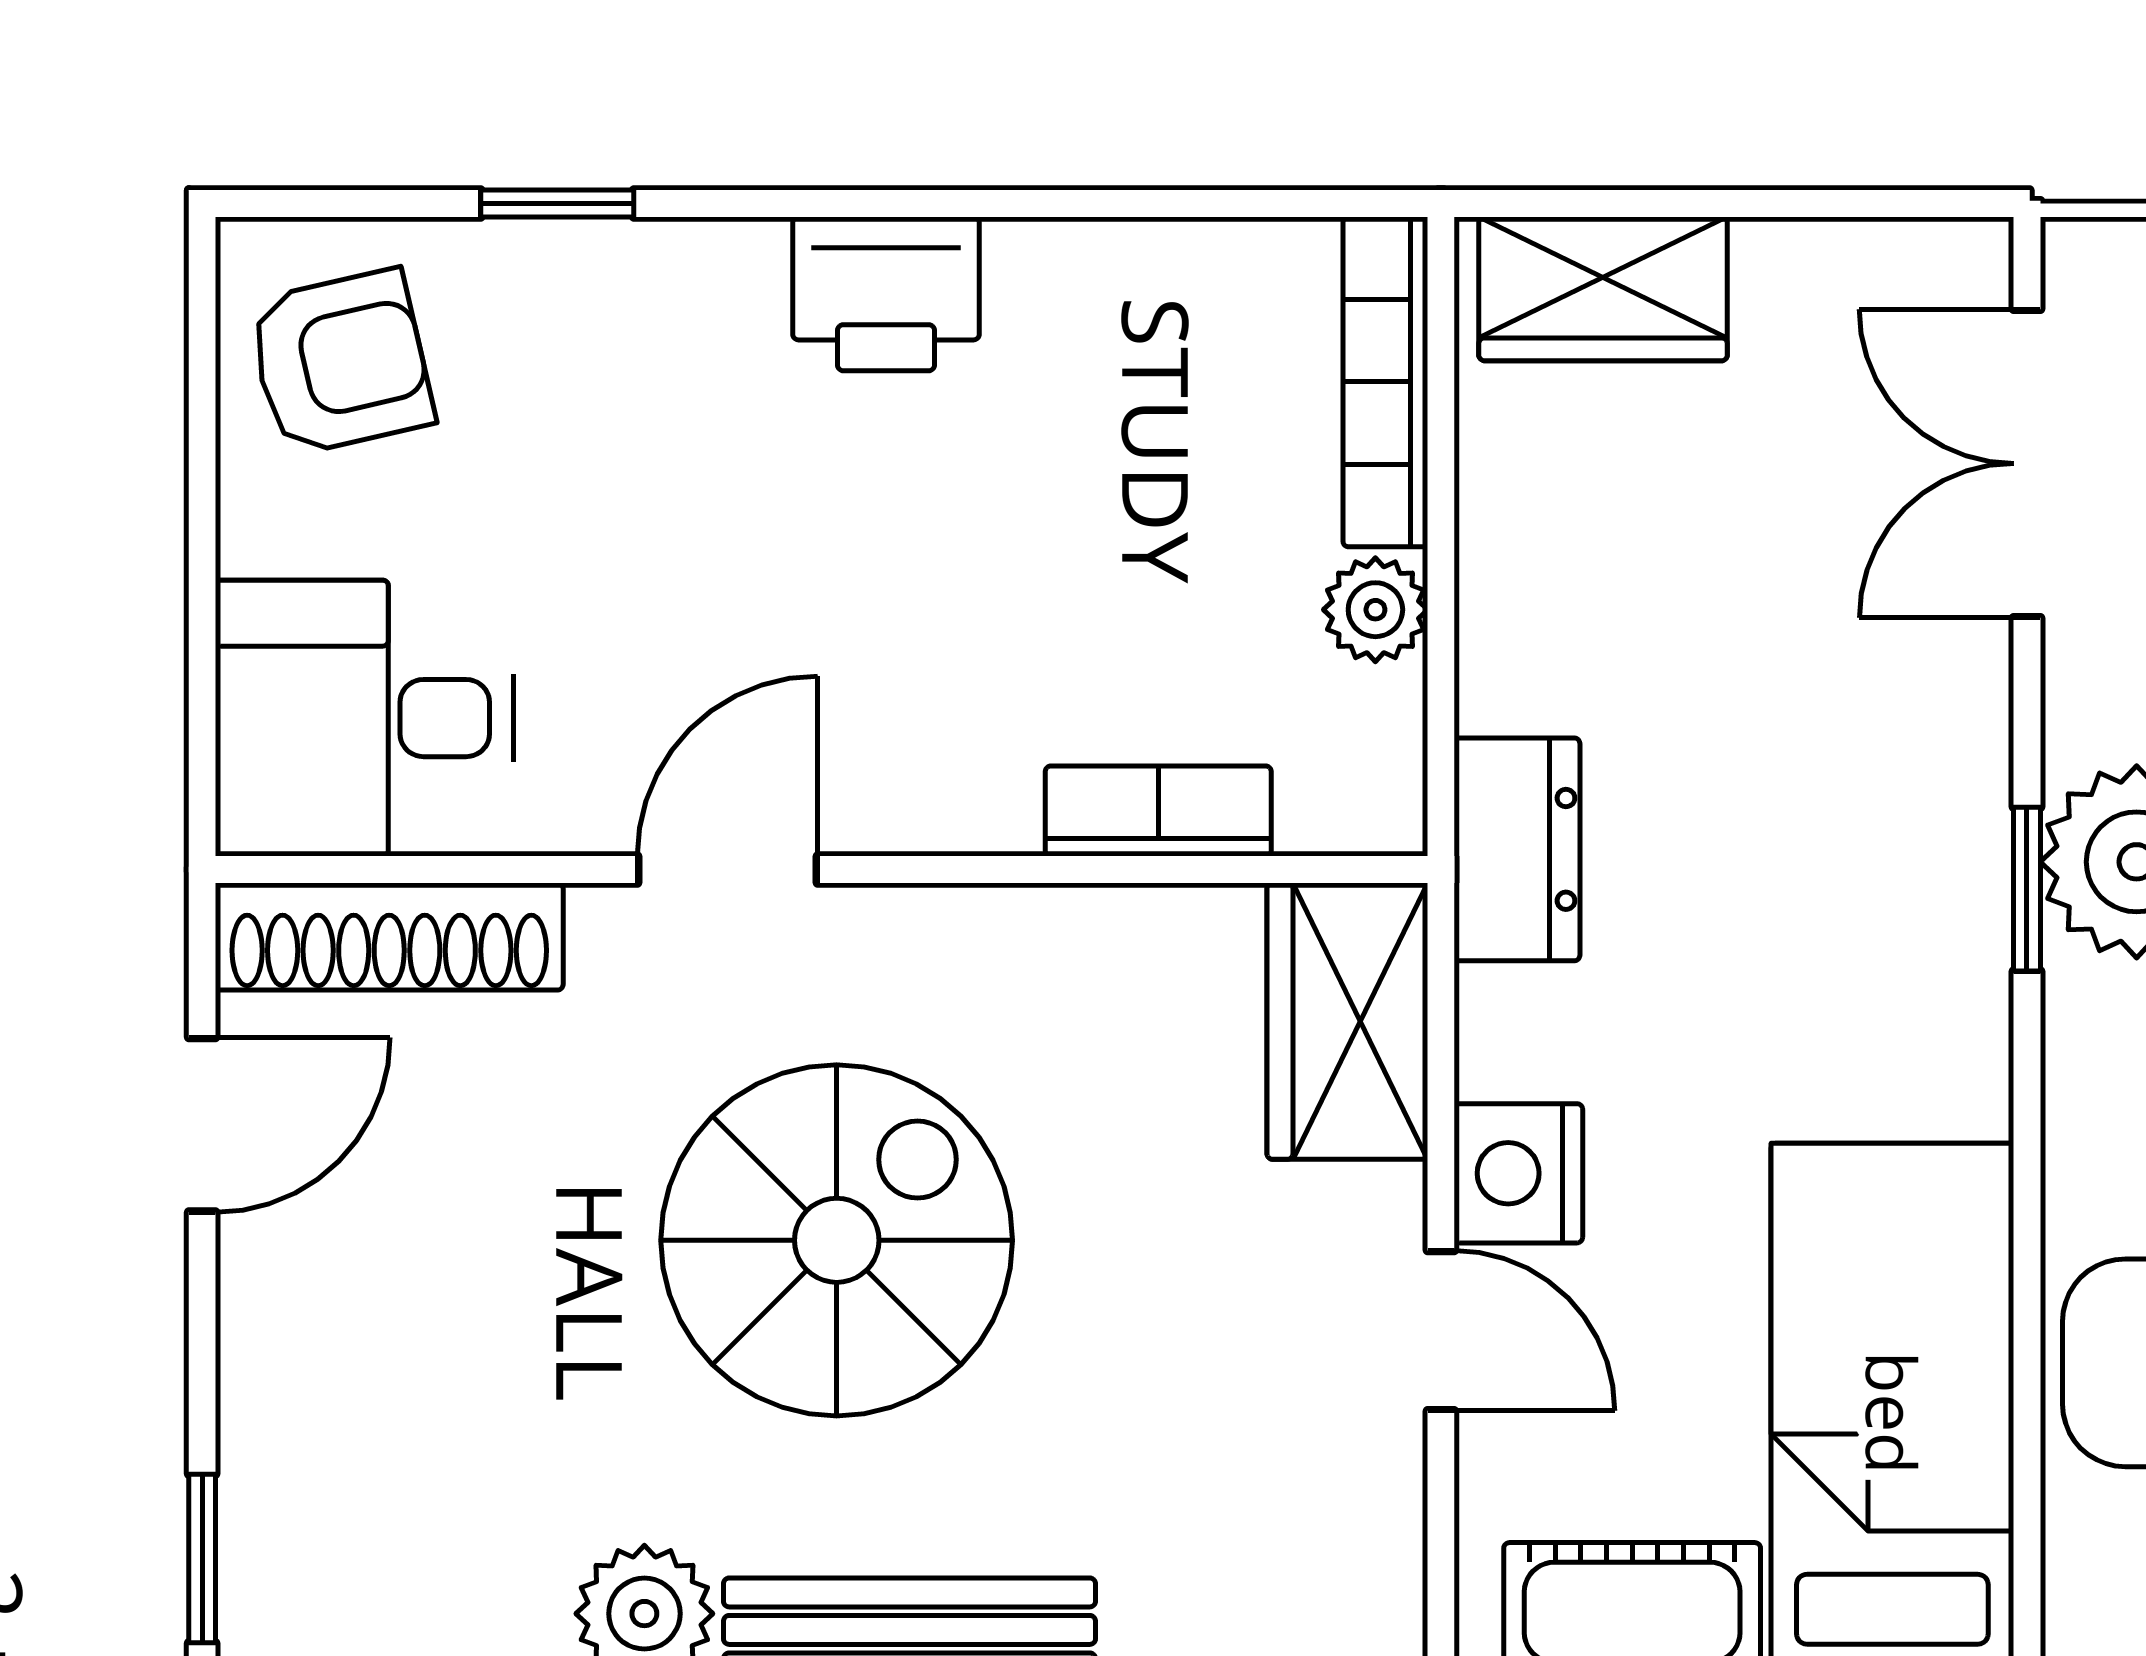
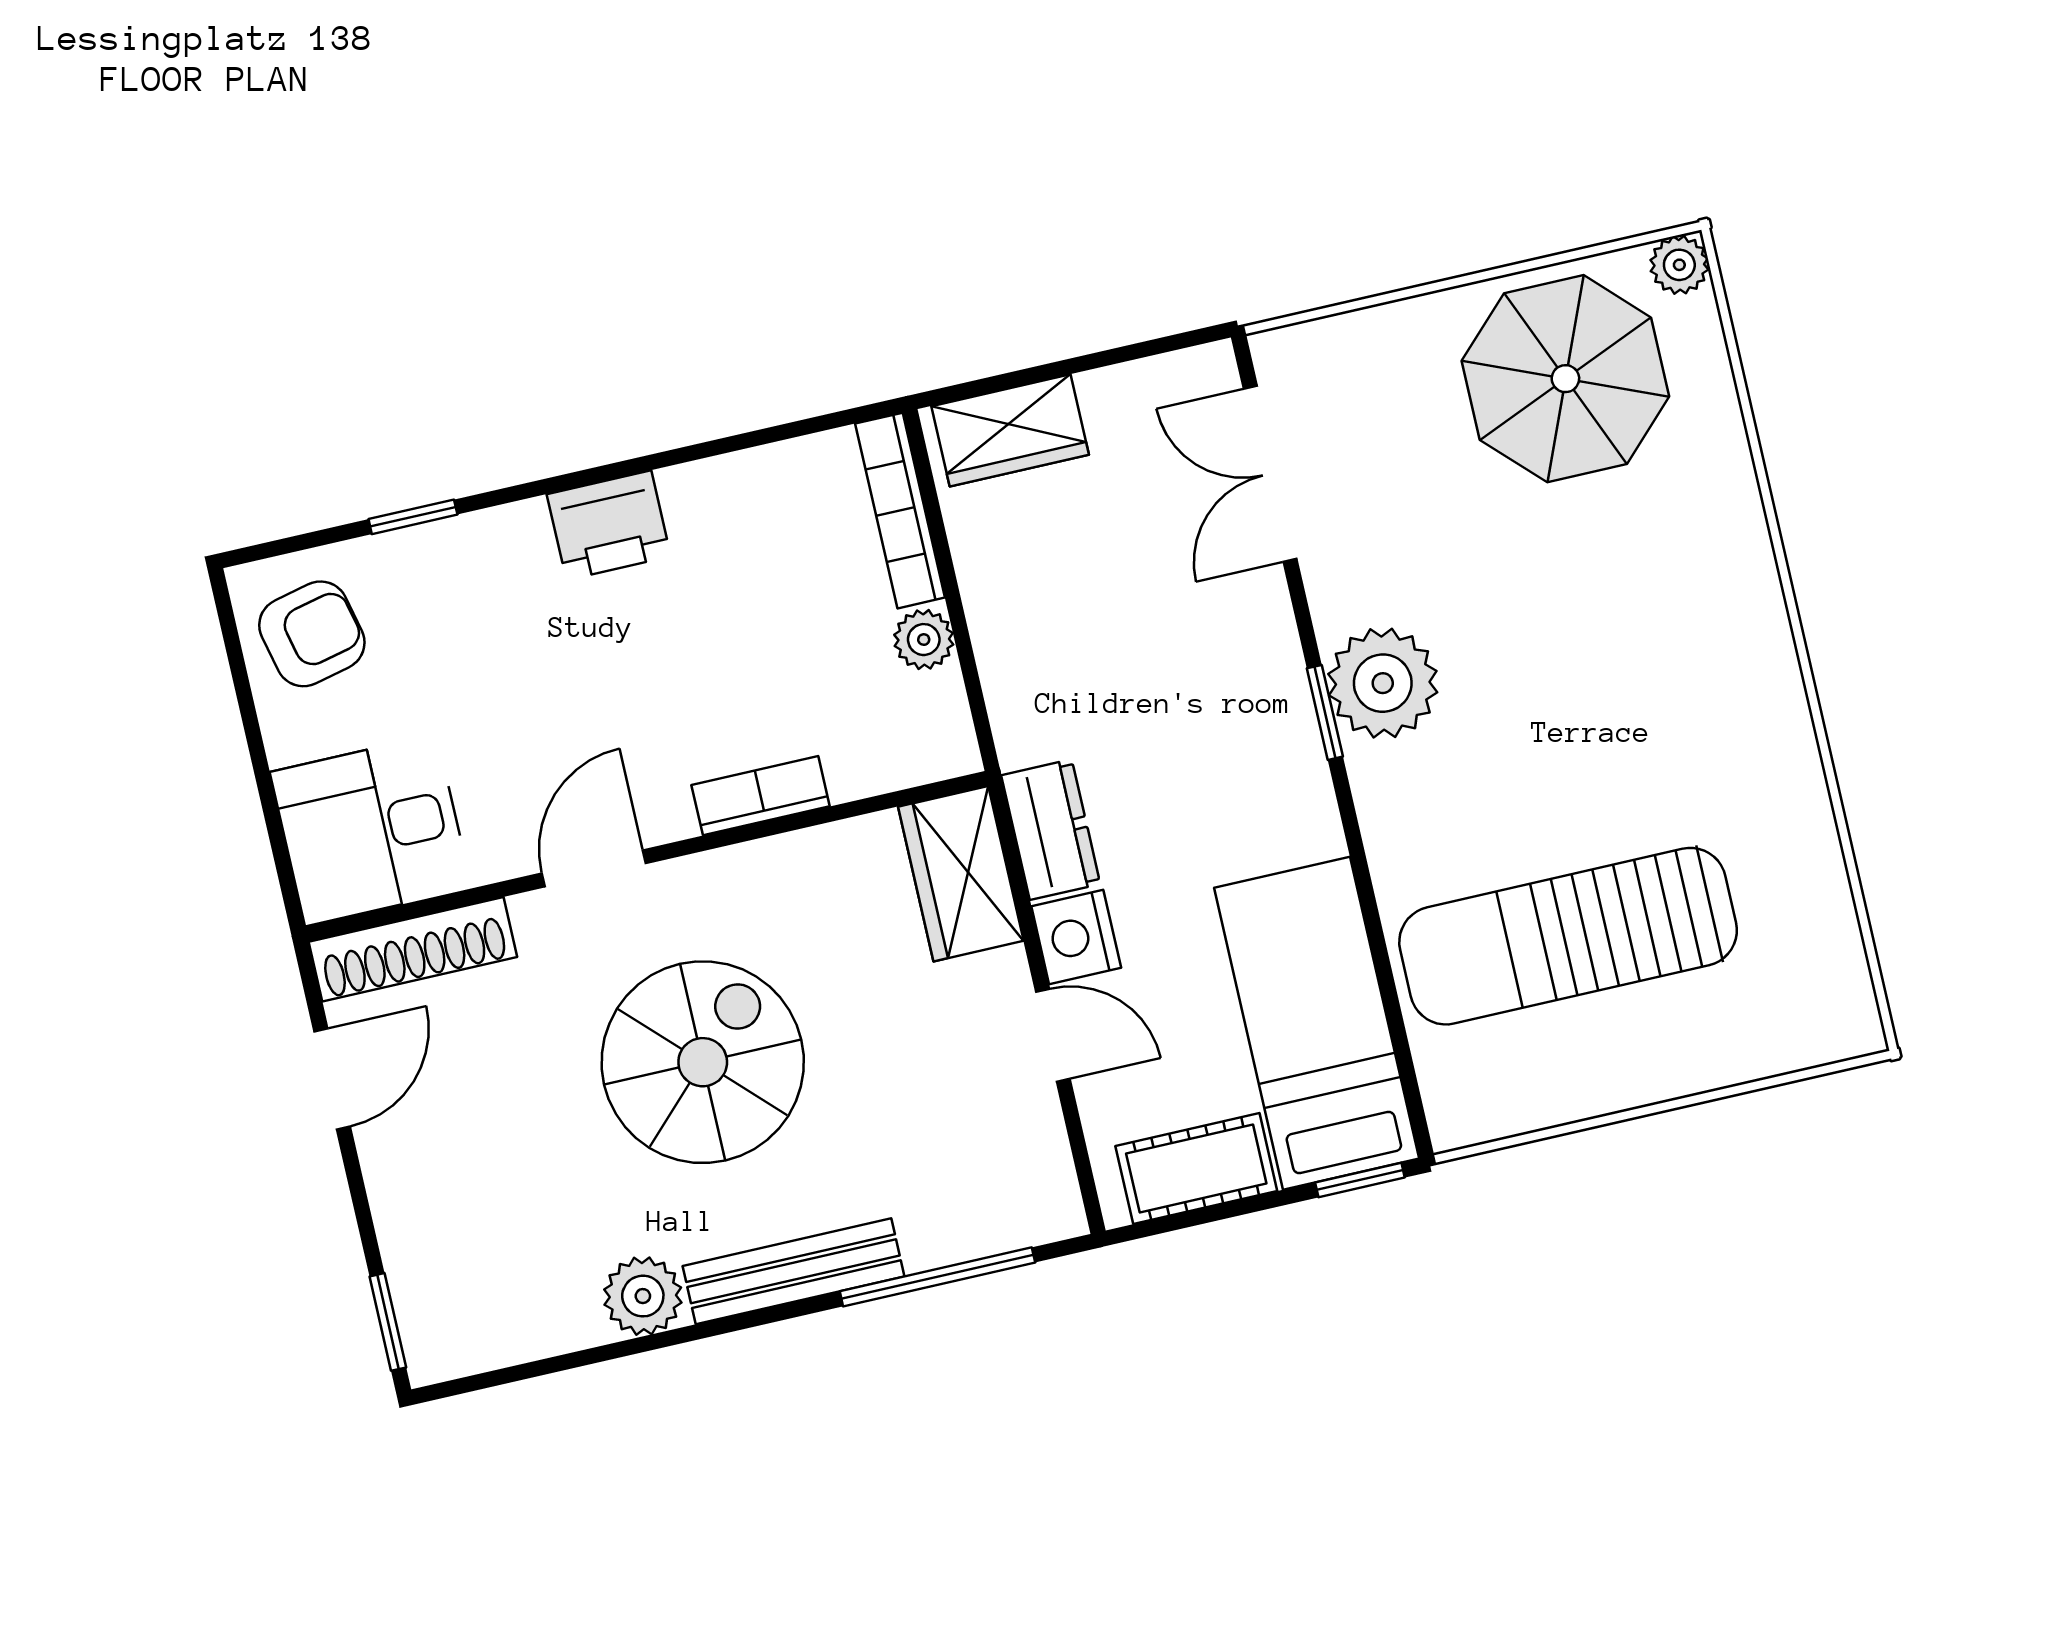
bookcase: (1158, 811) -> (761, 796), moved
dresser: (1517, 849) -> (1051, 830), moved

